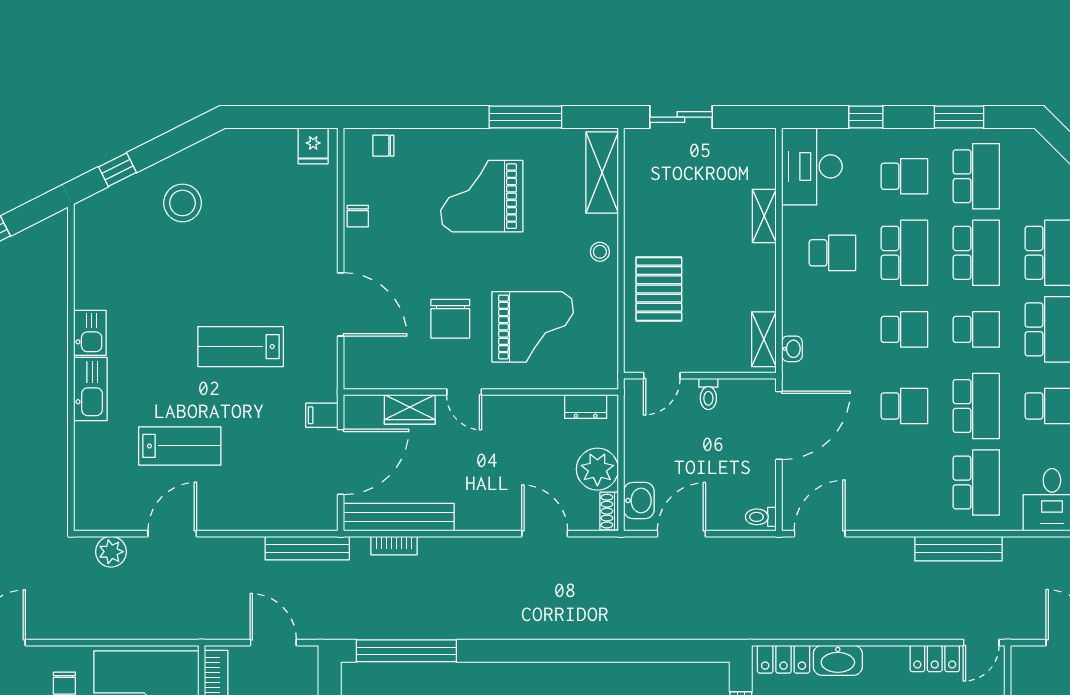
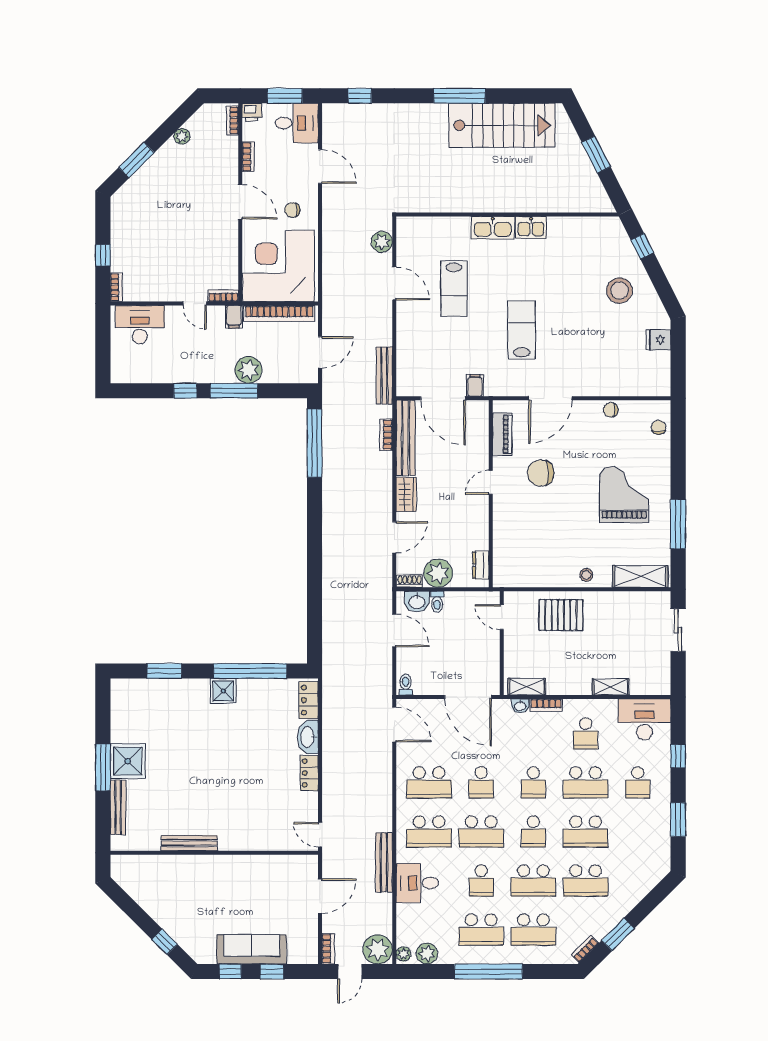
fridge: (313, 146) -> (658, 340), moved
school desk: (976, 176) -> (429, 782), moved
bookcase: (791, 311) -> (546, 705), added
grand piano: (533, 327) -> (535, 529), removed
piano: (394, 375) -> (502, 434), added
toilet: (708, 394) -> (437, 602), moved, turned -90
wardrobe: (410, 409) -> (406, 494), moved, turned 180
bench: (958, 549) -> (384, 862), moved
locker: (935, 658) -> (309, 773), moved

